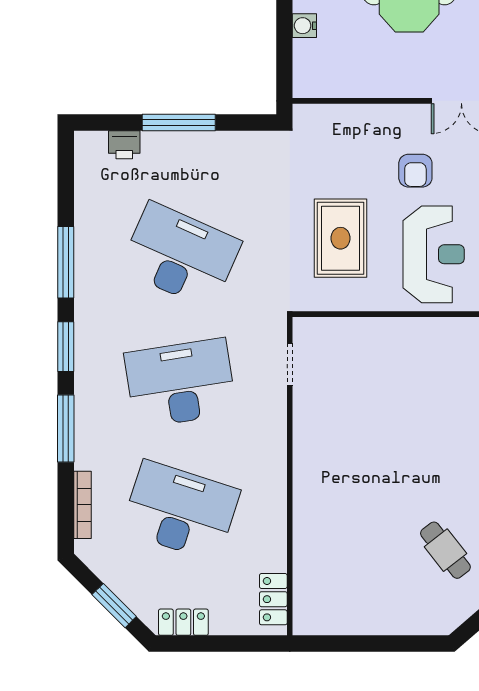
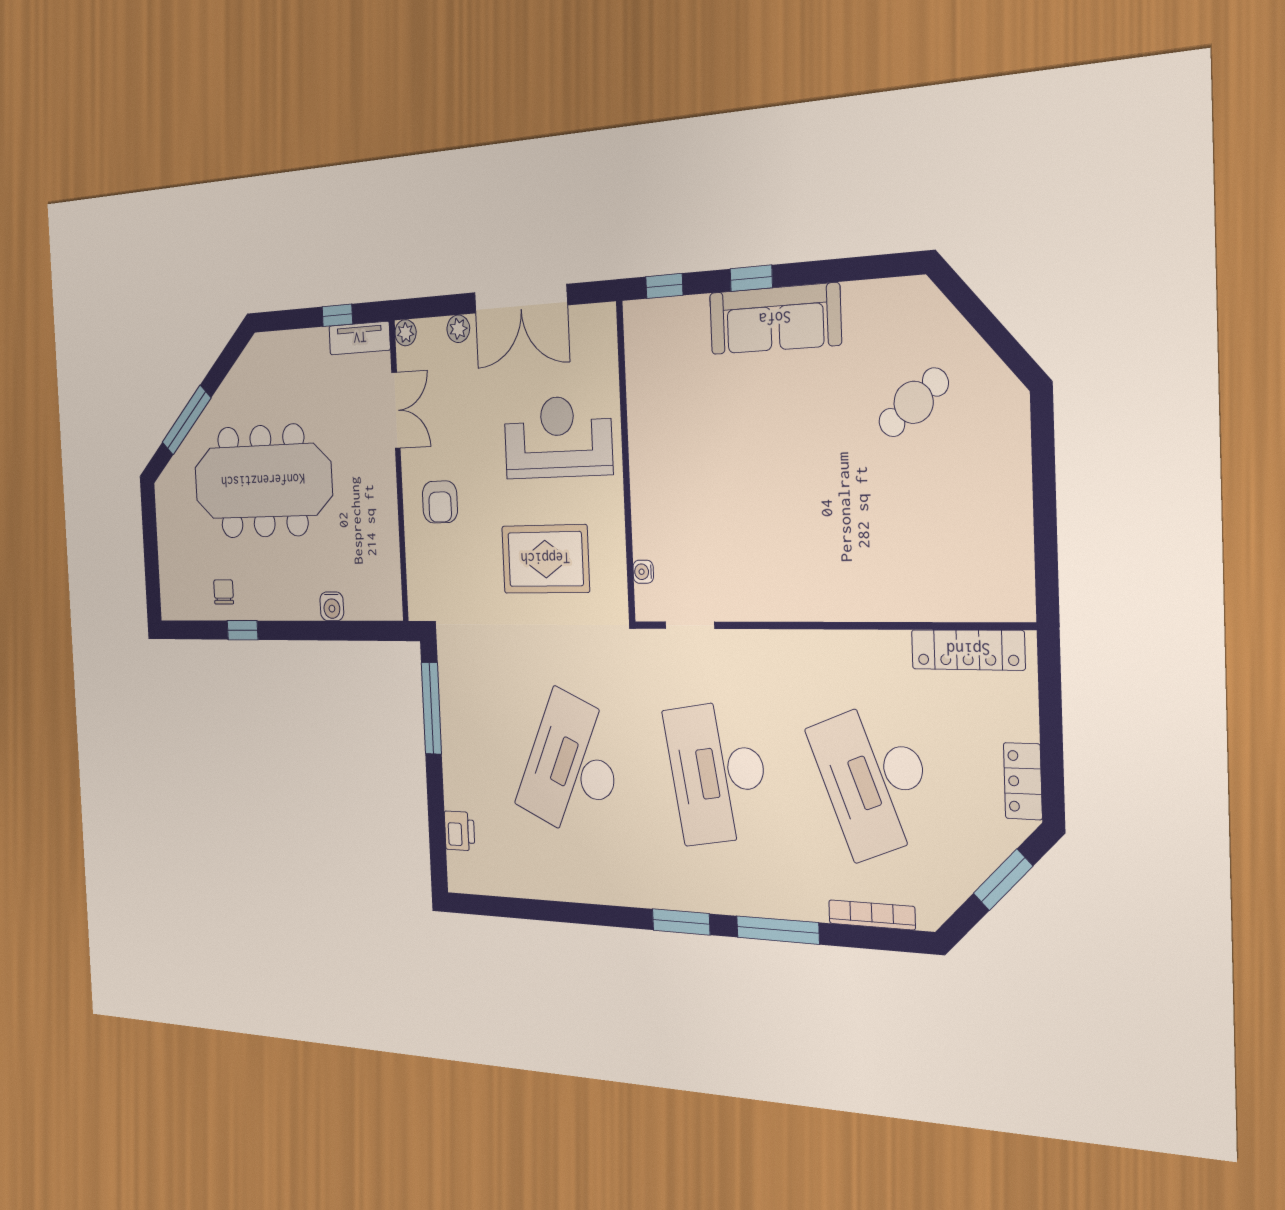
window: (179, 123) -> (431, 708), moved
armchair: (415, 171) -> (440, 502), moved, turned 90
window: (66, 262) -> (587, 914), removed
water cooler: (330, 326) -> (643, 572), added
desk: (180, 511) -> (875, 779), turned -39
locker: (273, 599) -> (968, 650), width x1.53

